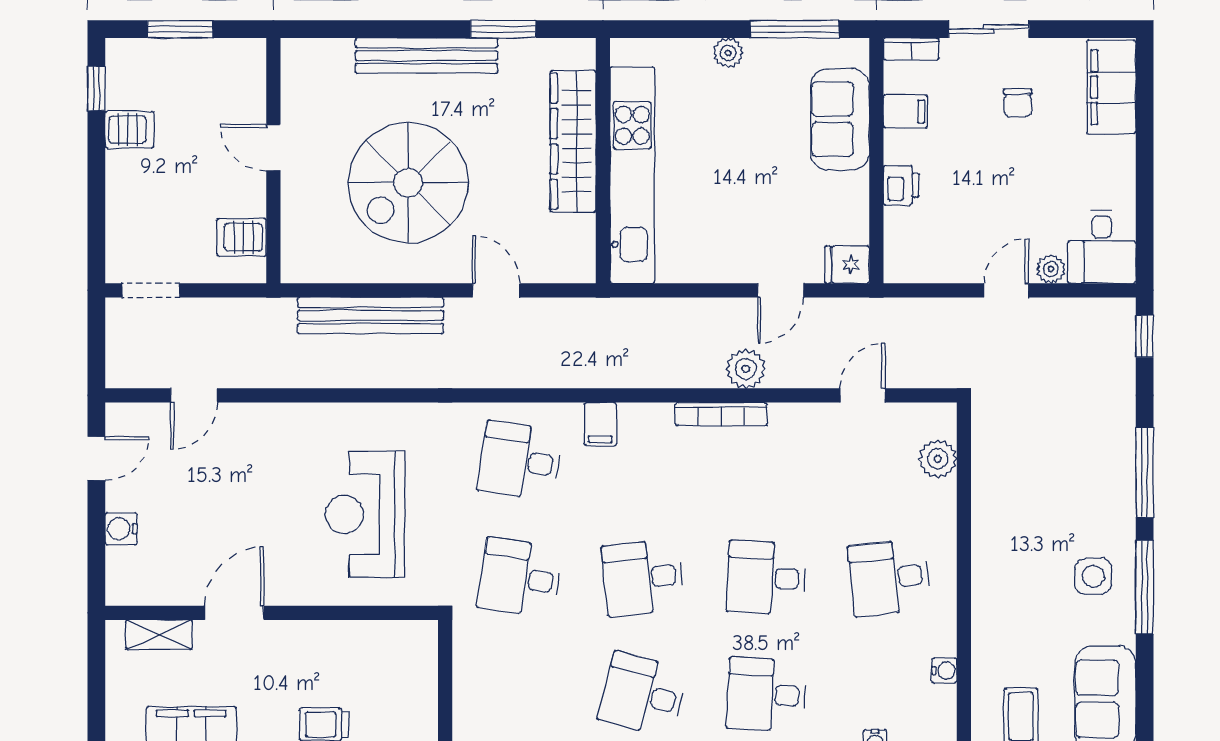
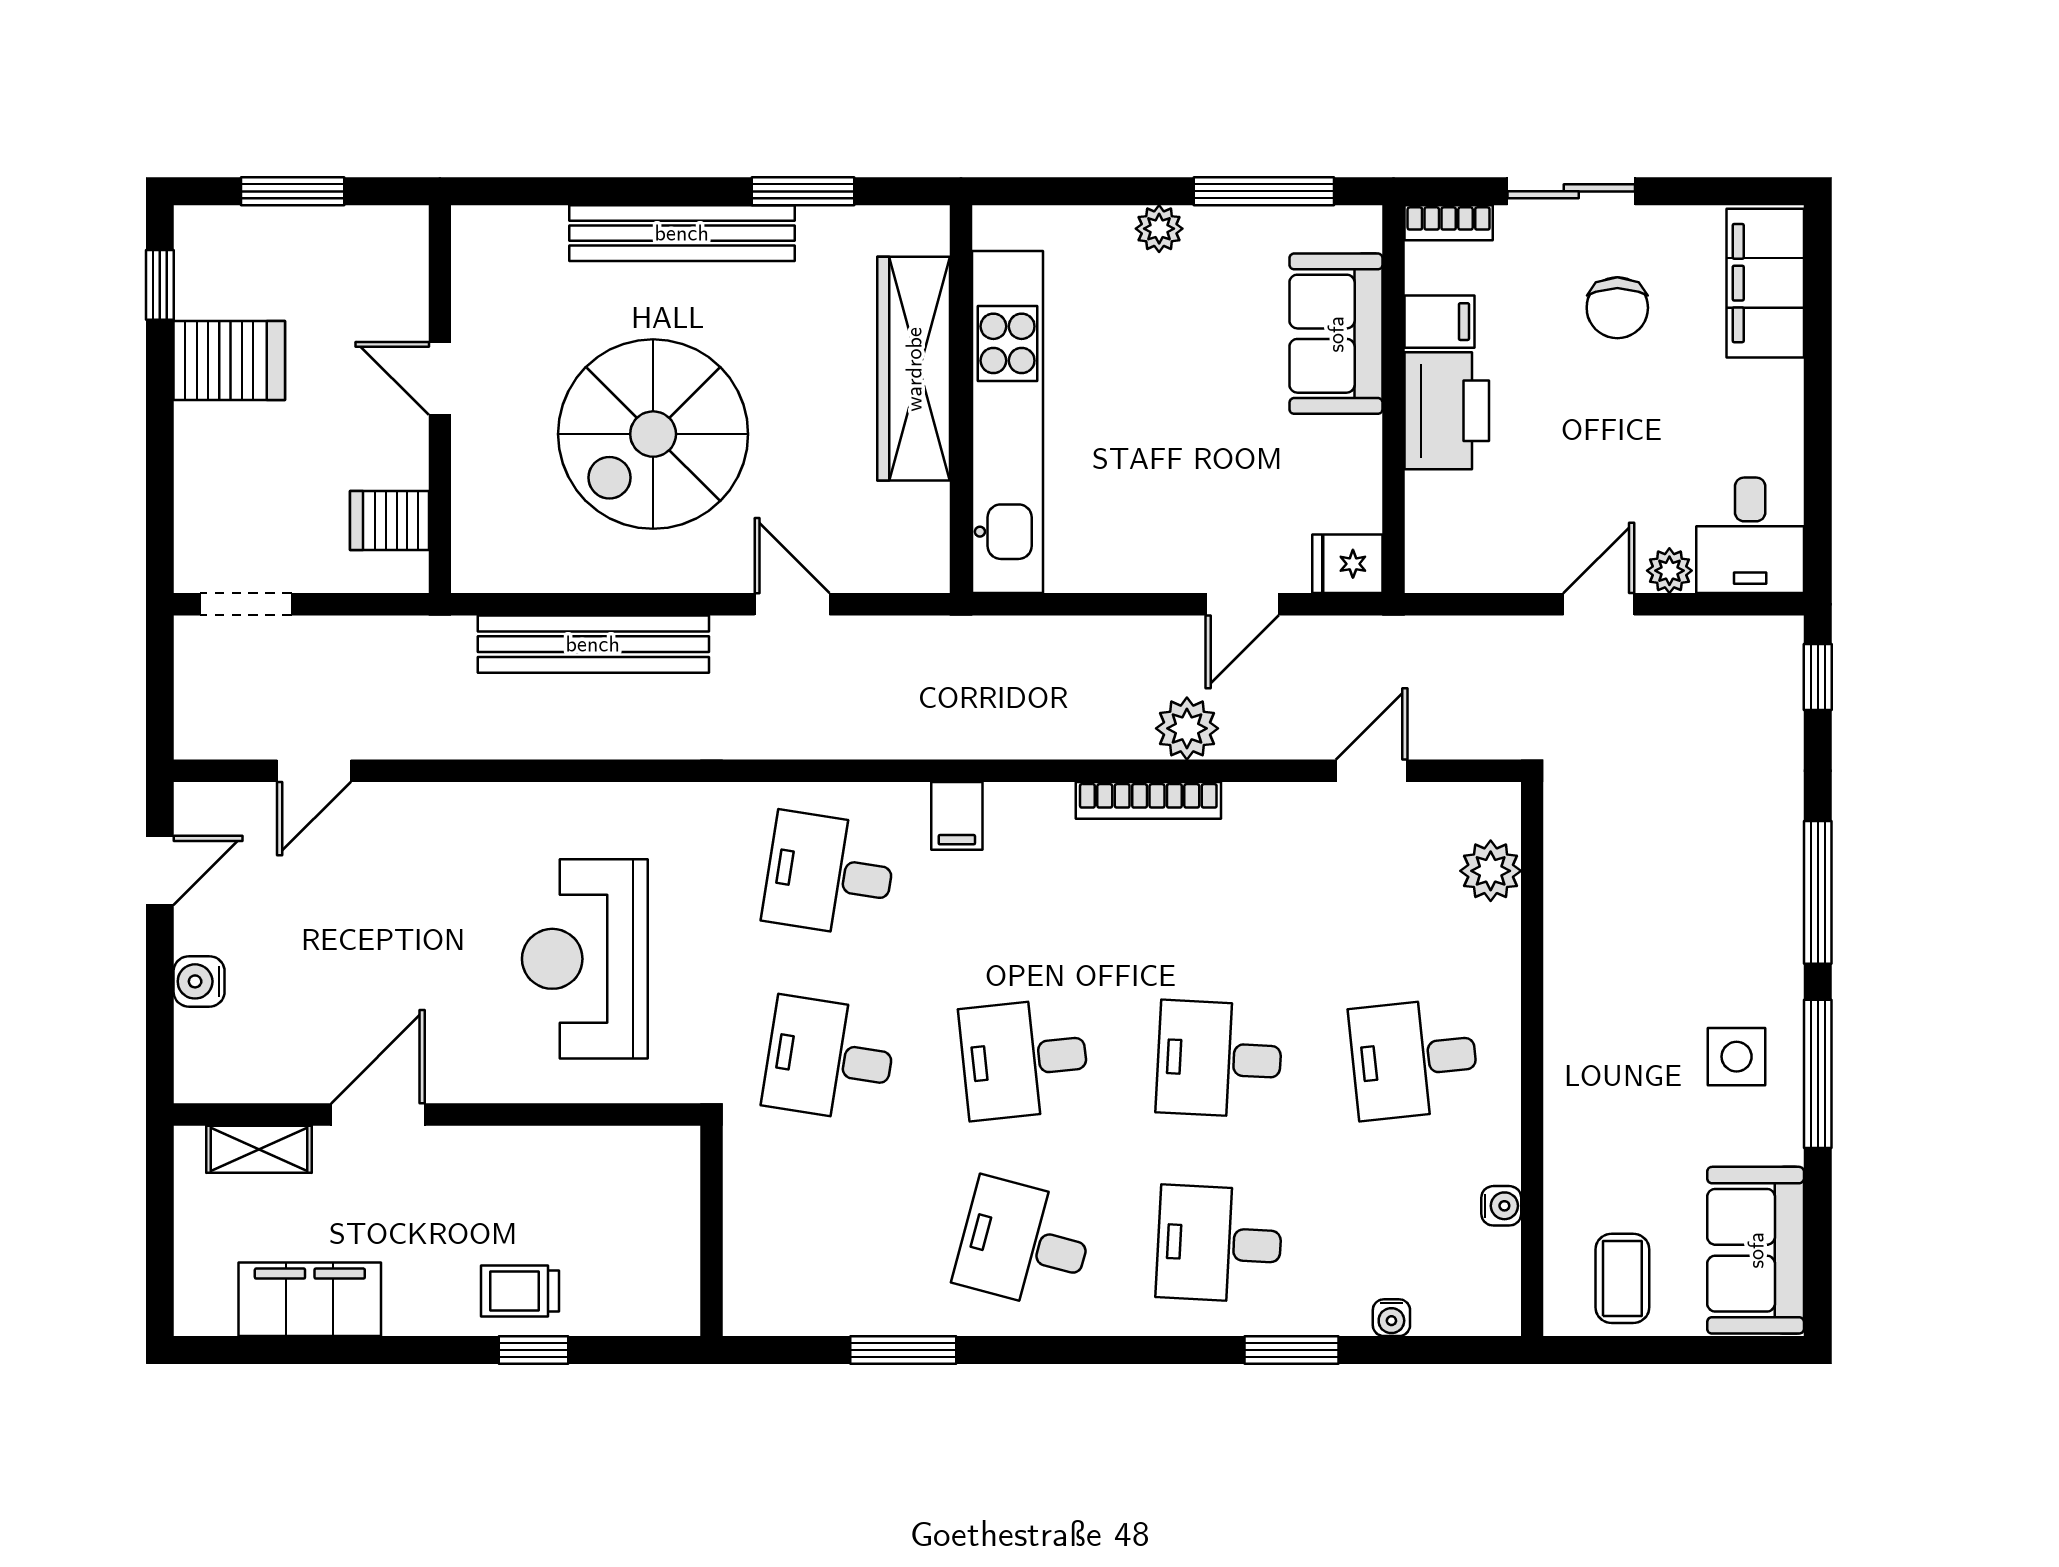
chair: (1018, 103) -> (1617, 308), width x1.37, depth x1.37
server rack: (130, 129) -> (229, 361), width x1.36, depth x1.44
printer: (901, 185) -> (1447, 411), width x1.87, depth x1.48

